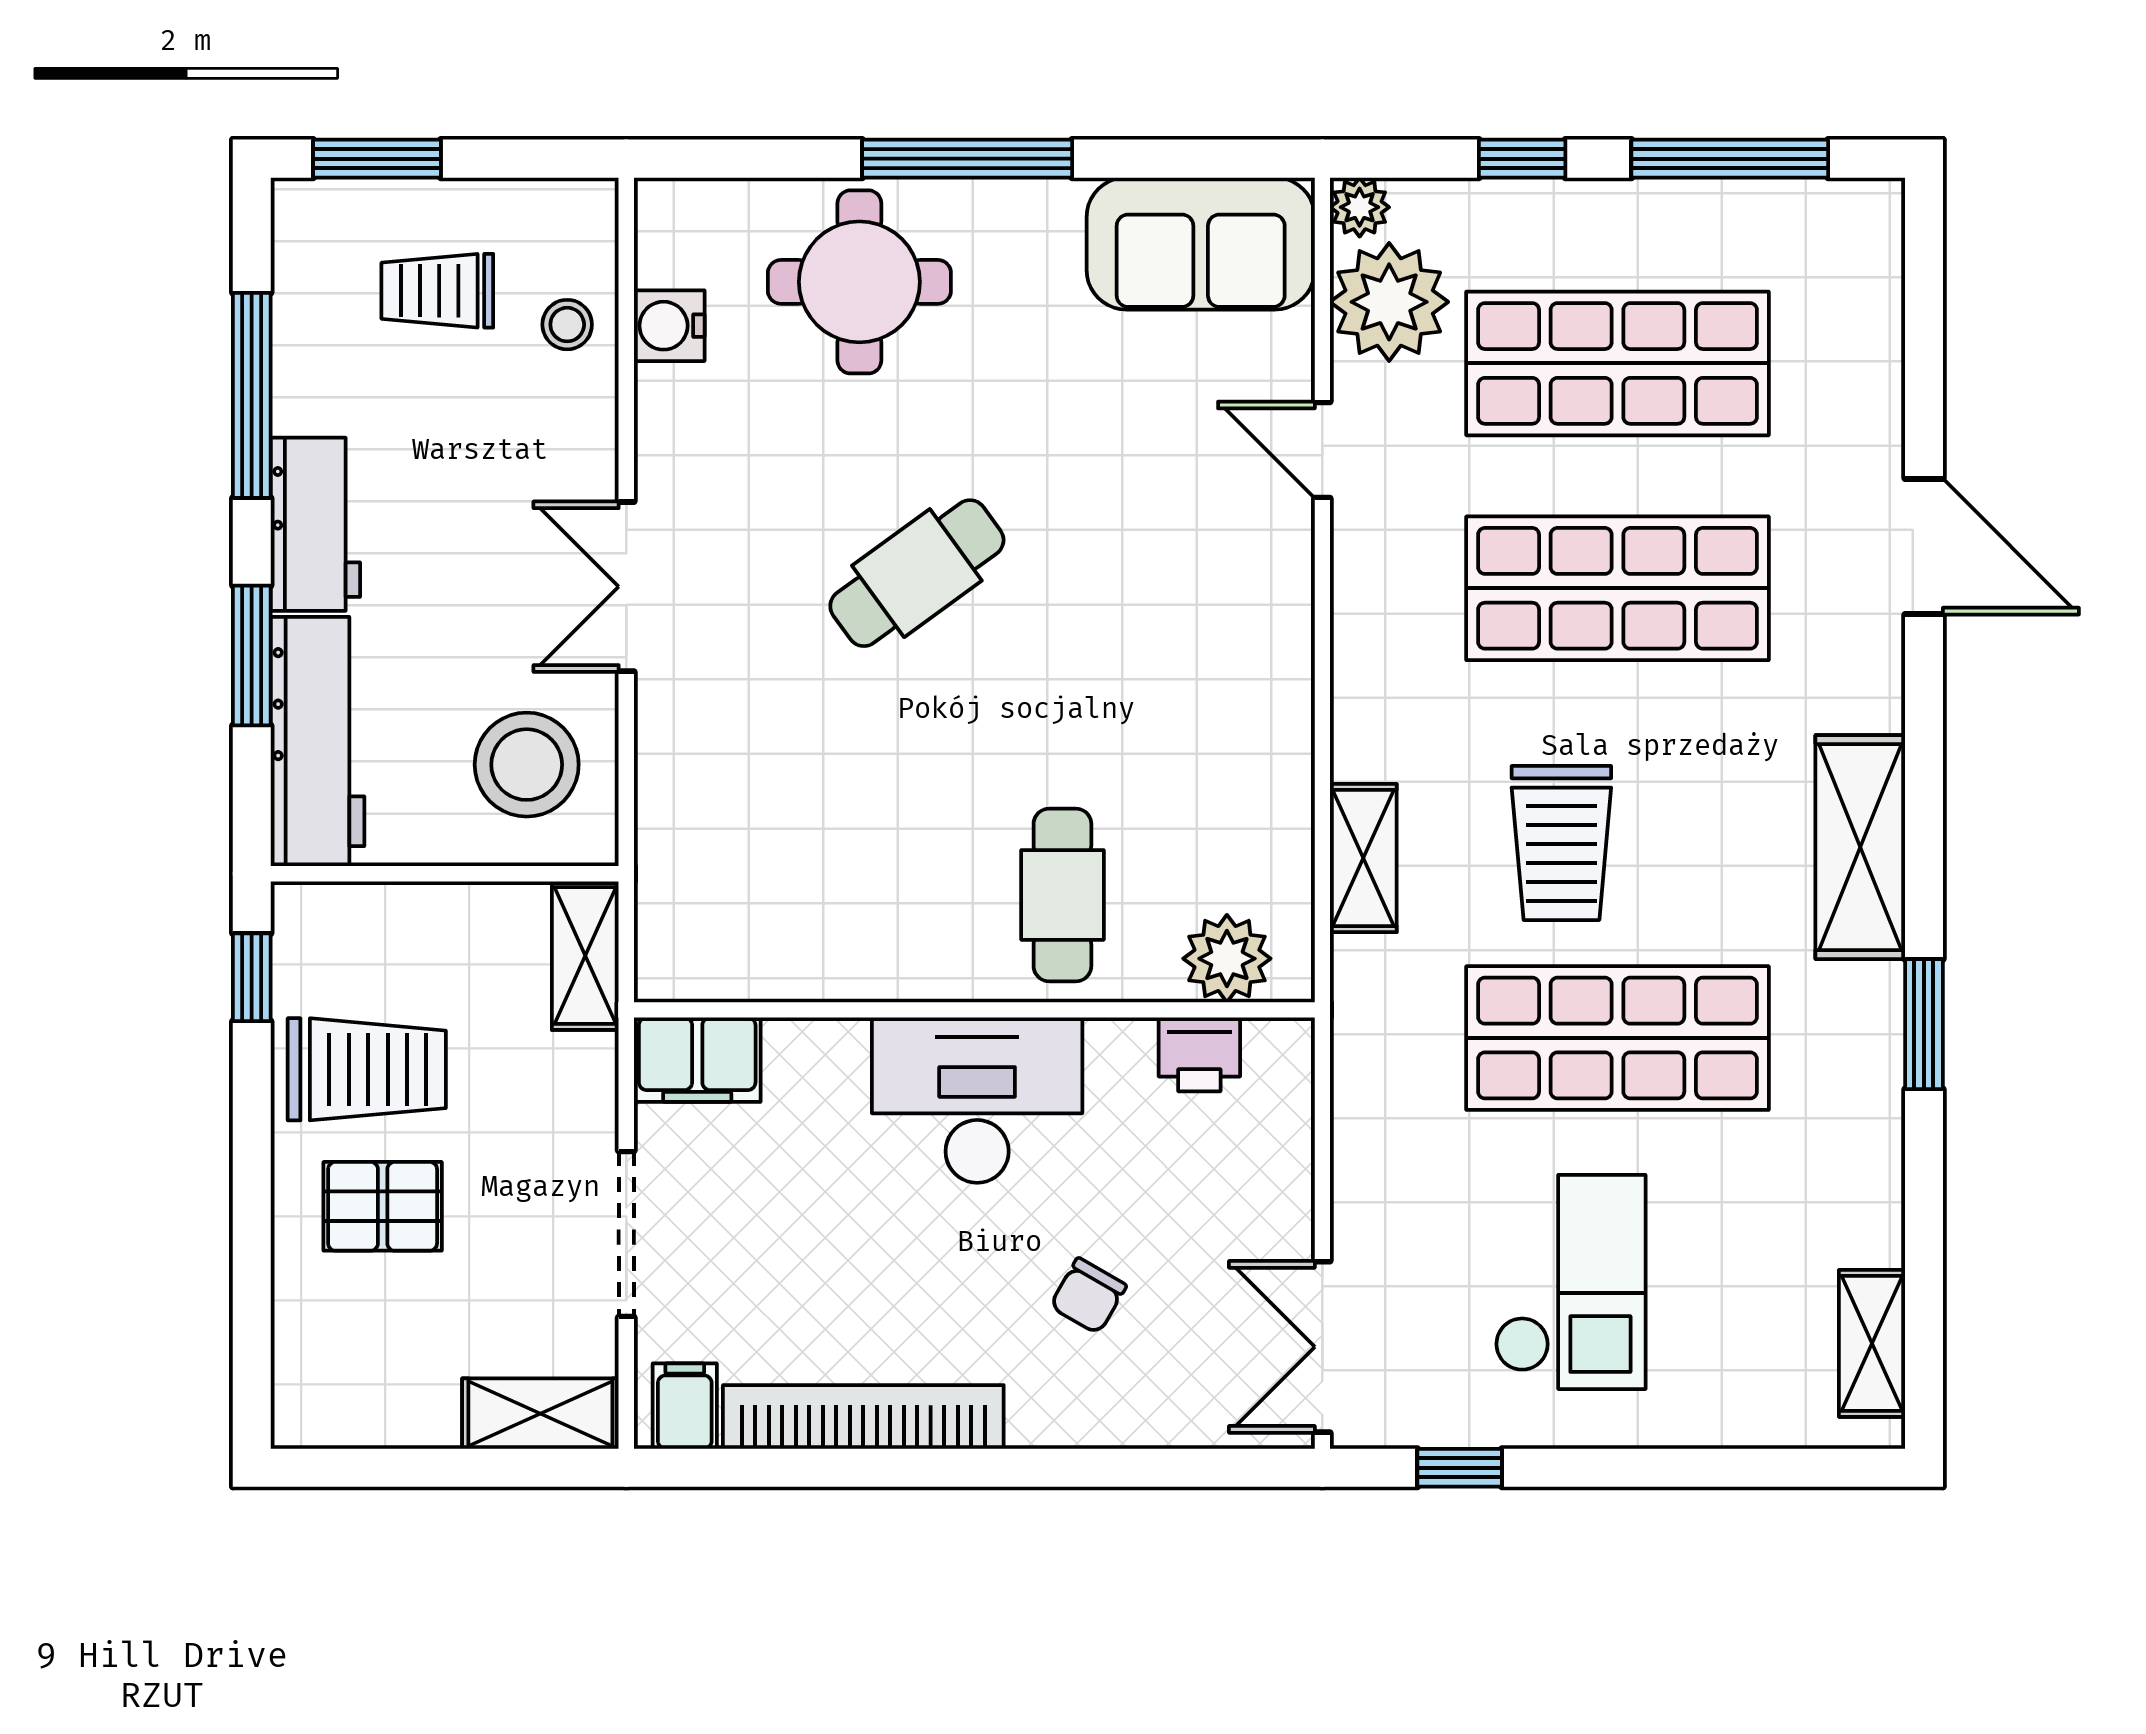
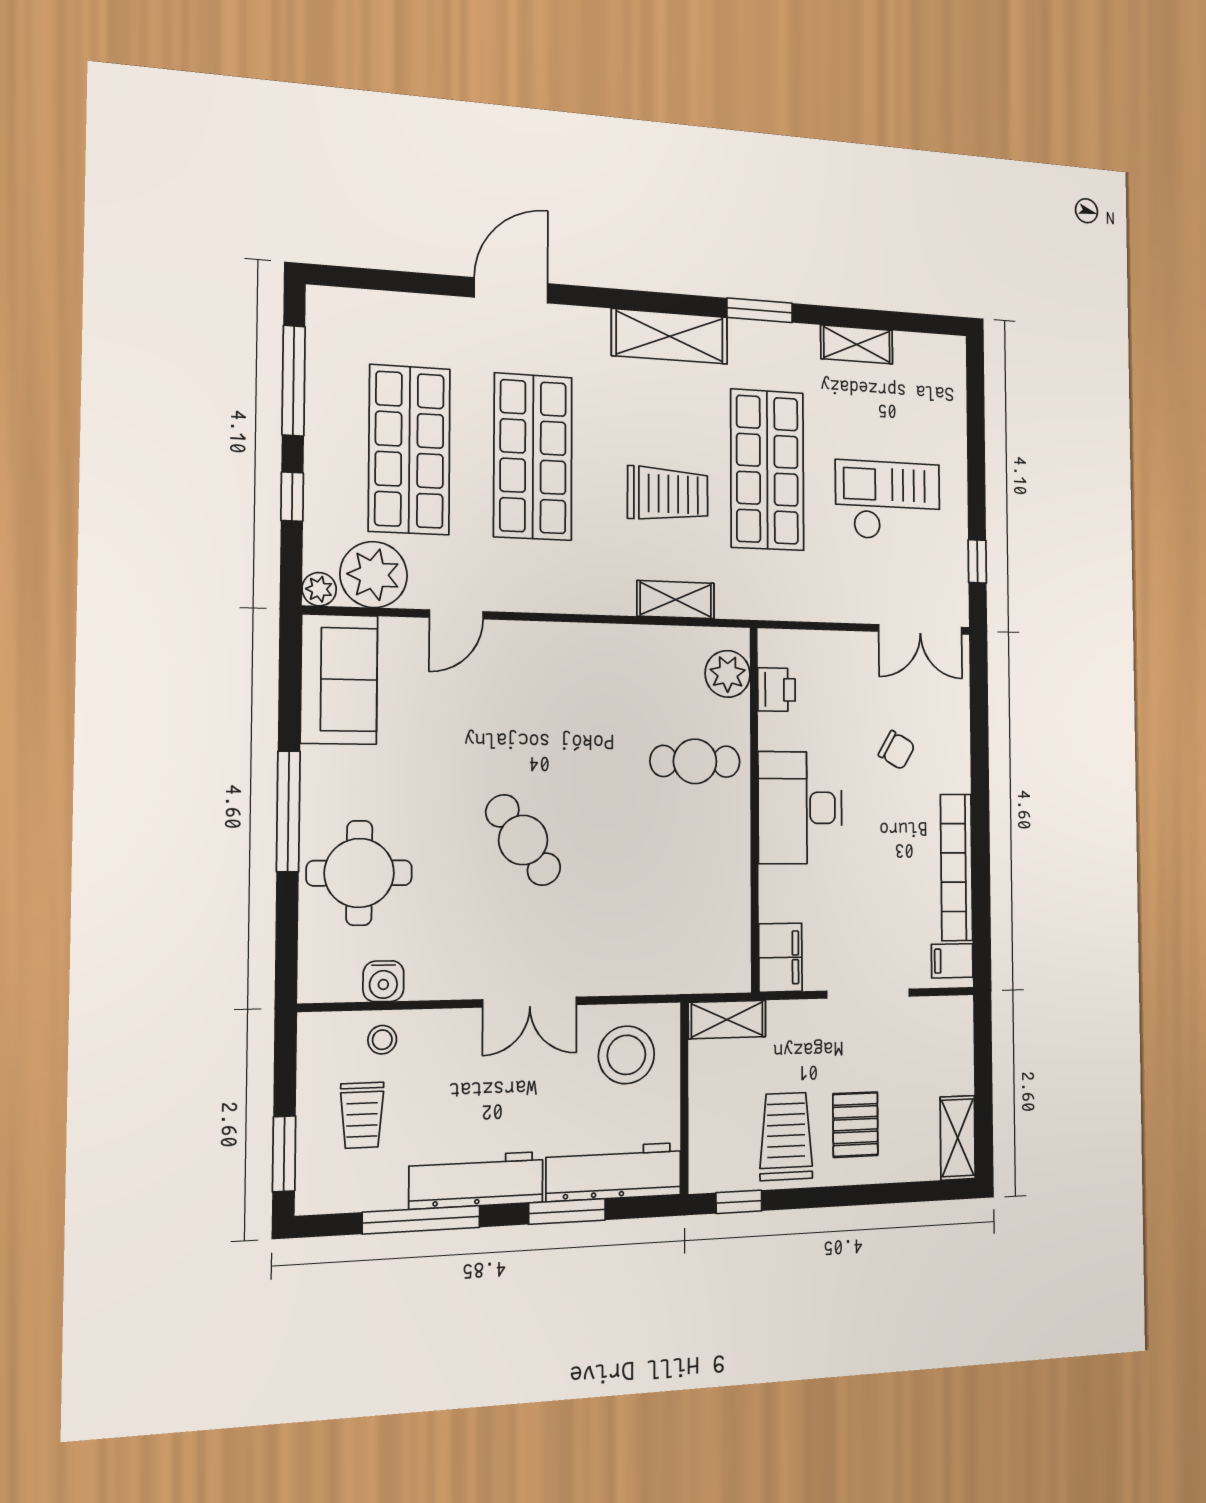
workbench: (315, 524) -> (476, 1180), width x1.37
shelving: (1872, 1343) -> (857, 344), moved
shelving: (540, 1414) -> (958, 1138), moved

